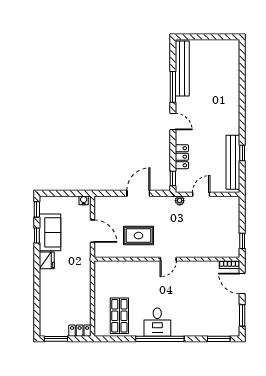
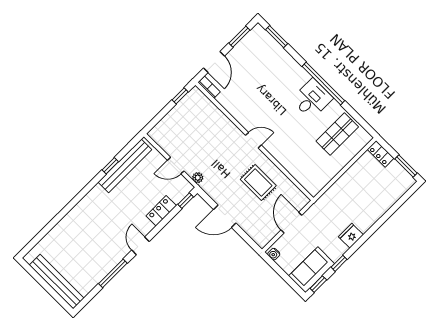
bench: (182, 68) -> (57, 282), moved, turned 90
sofa: (50, 232) -> (312, 270), moved

